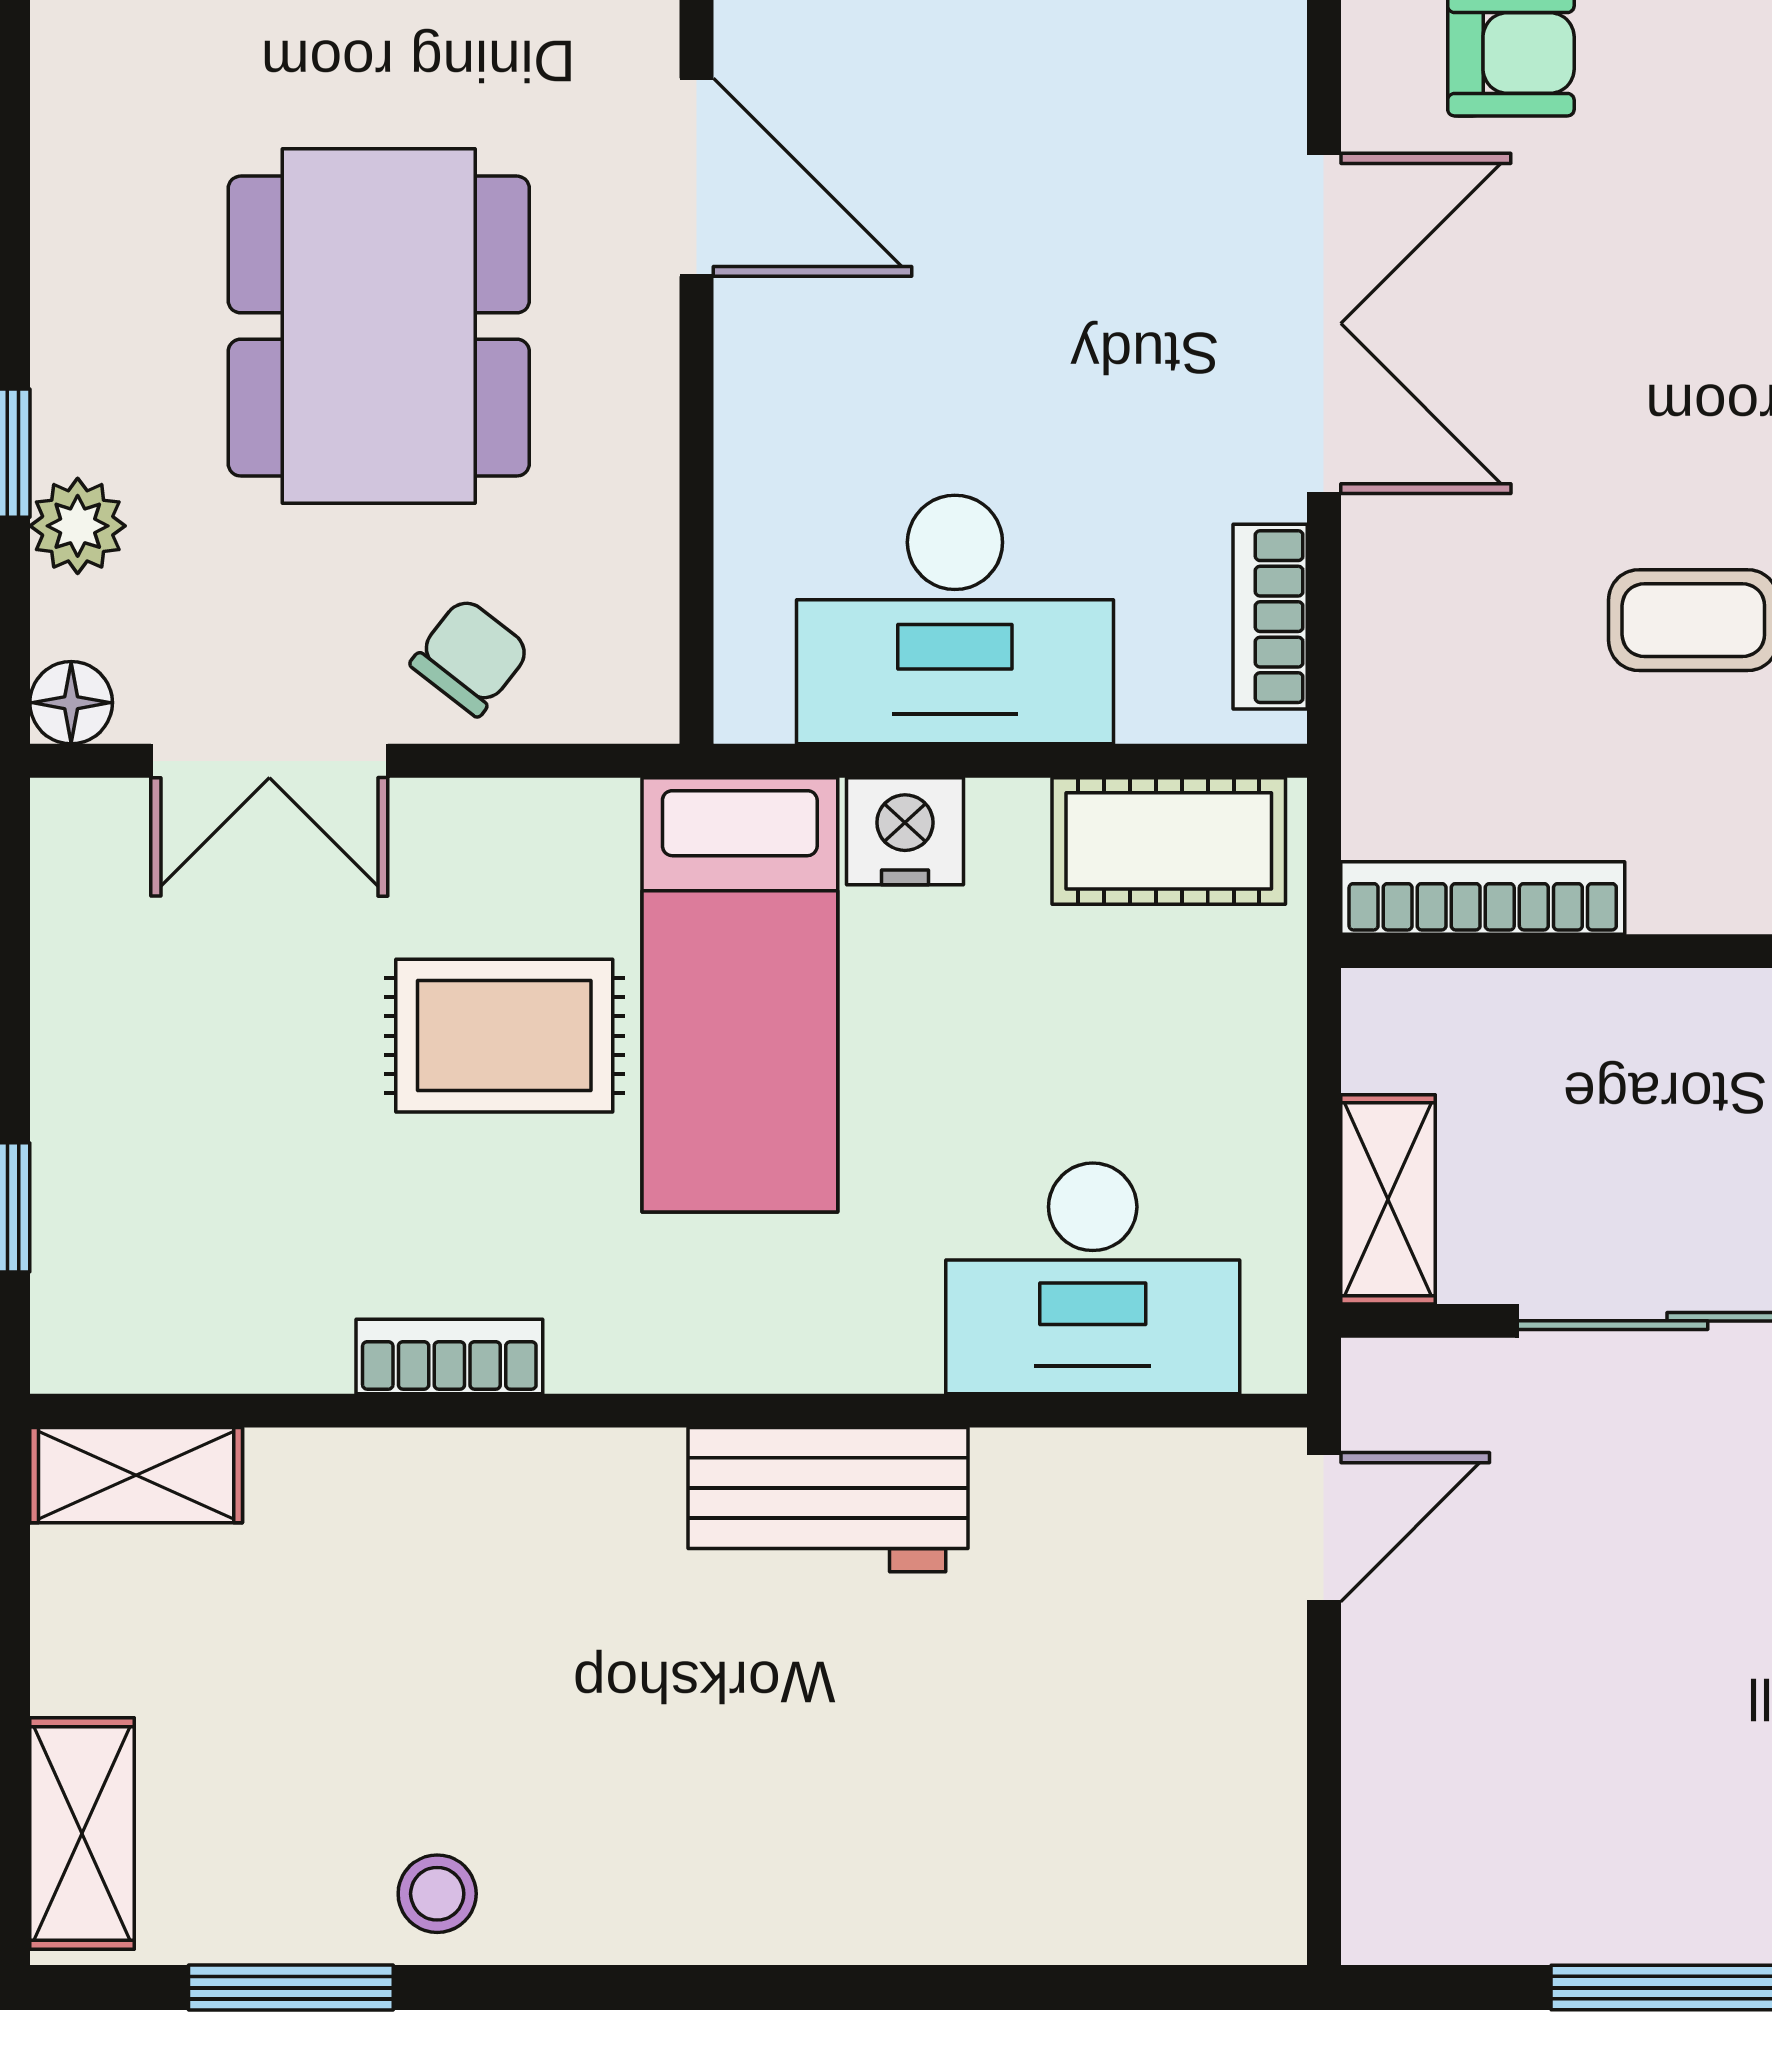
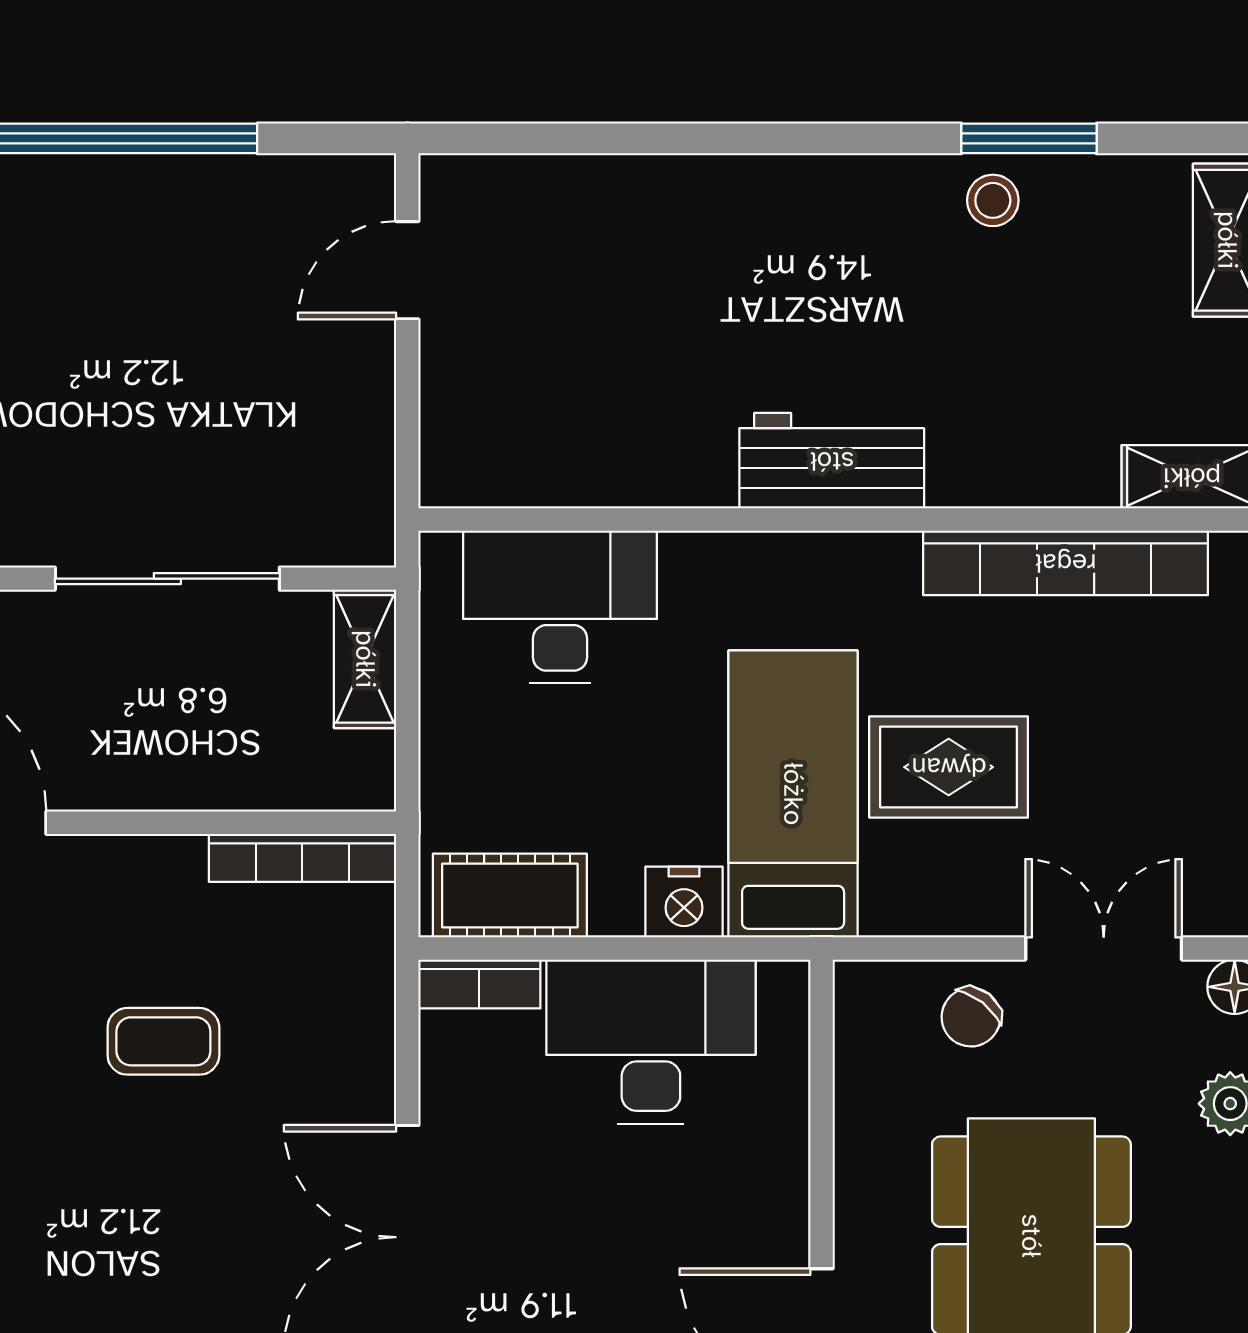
bookcase: (1270, 617) -> (479, 984), moved, turned 90
bookcase: (449, 1356) -> (1066, 563), width x2.31, depth x1.31
workbench: (828, 1500) -> (832, 461), moved
door: (1324, 1527) -> (407, 270), moved
window: (291, 1988) -> (1029, 138), moved

